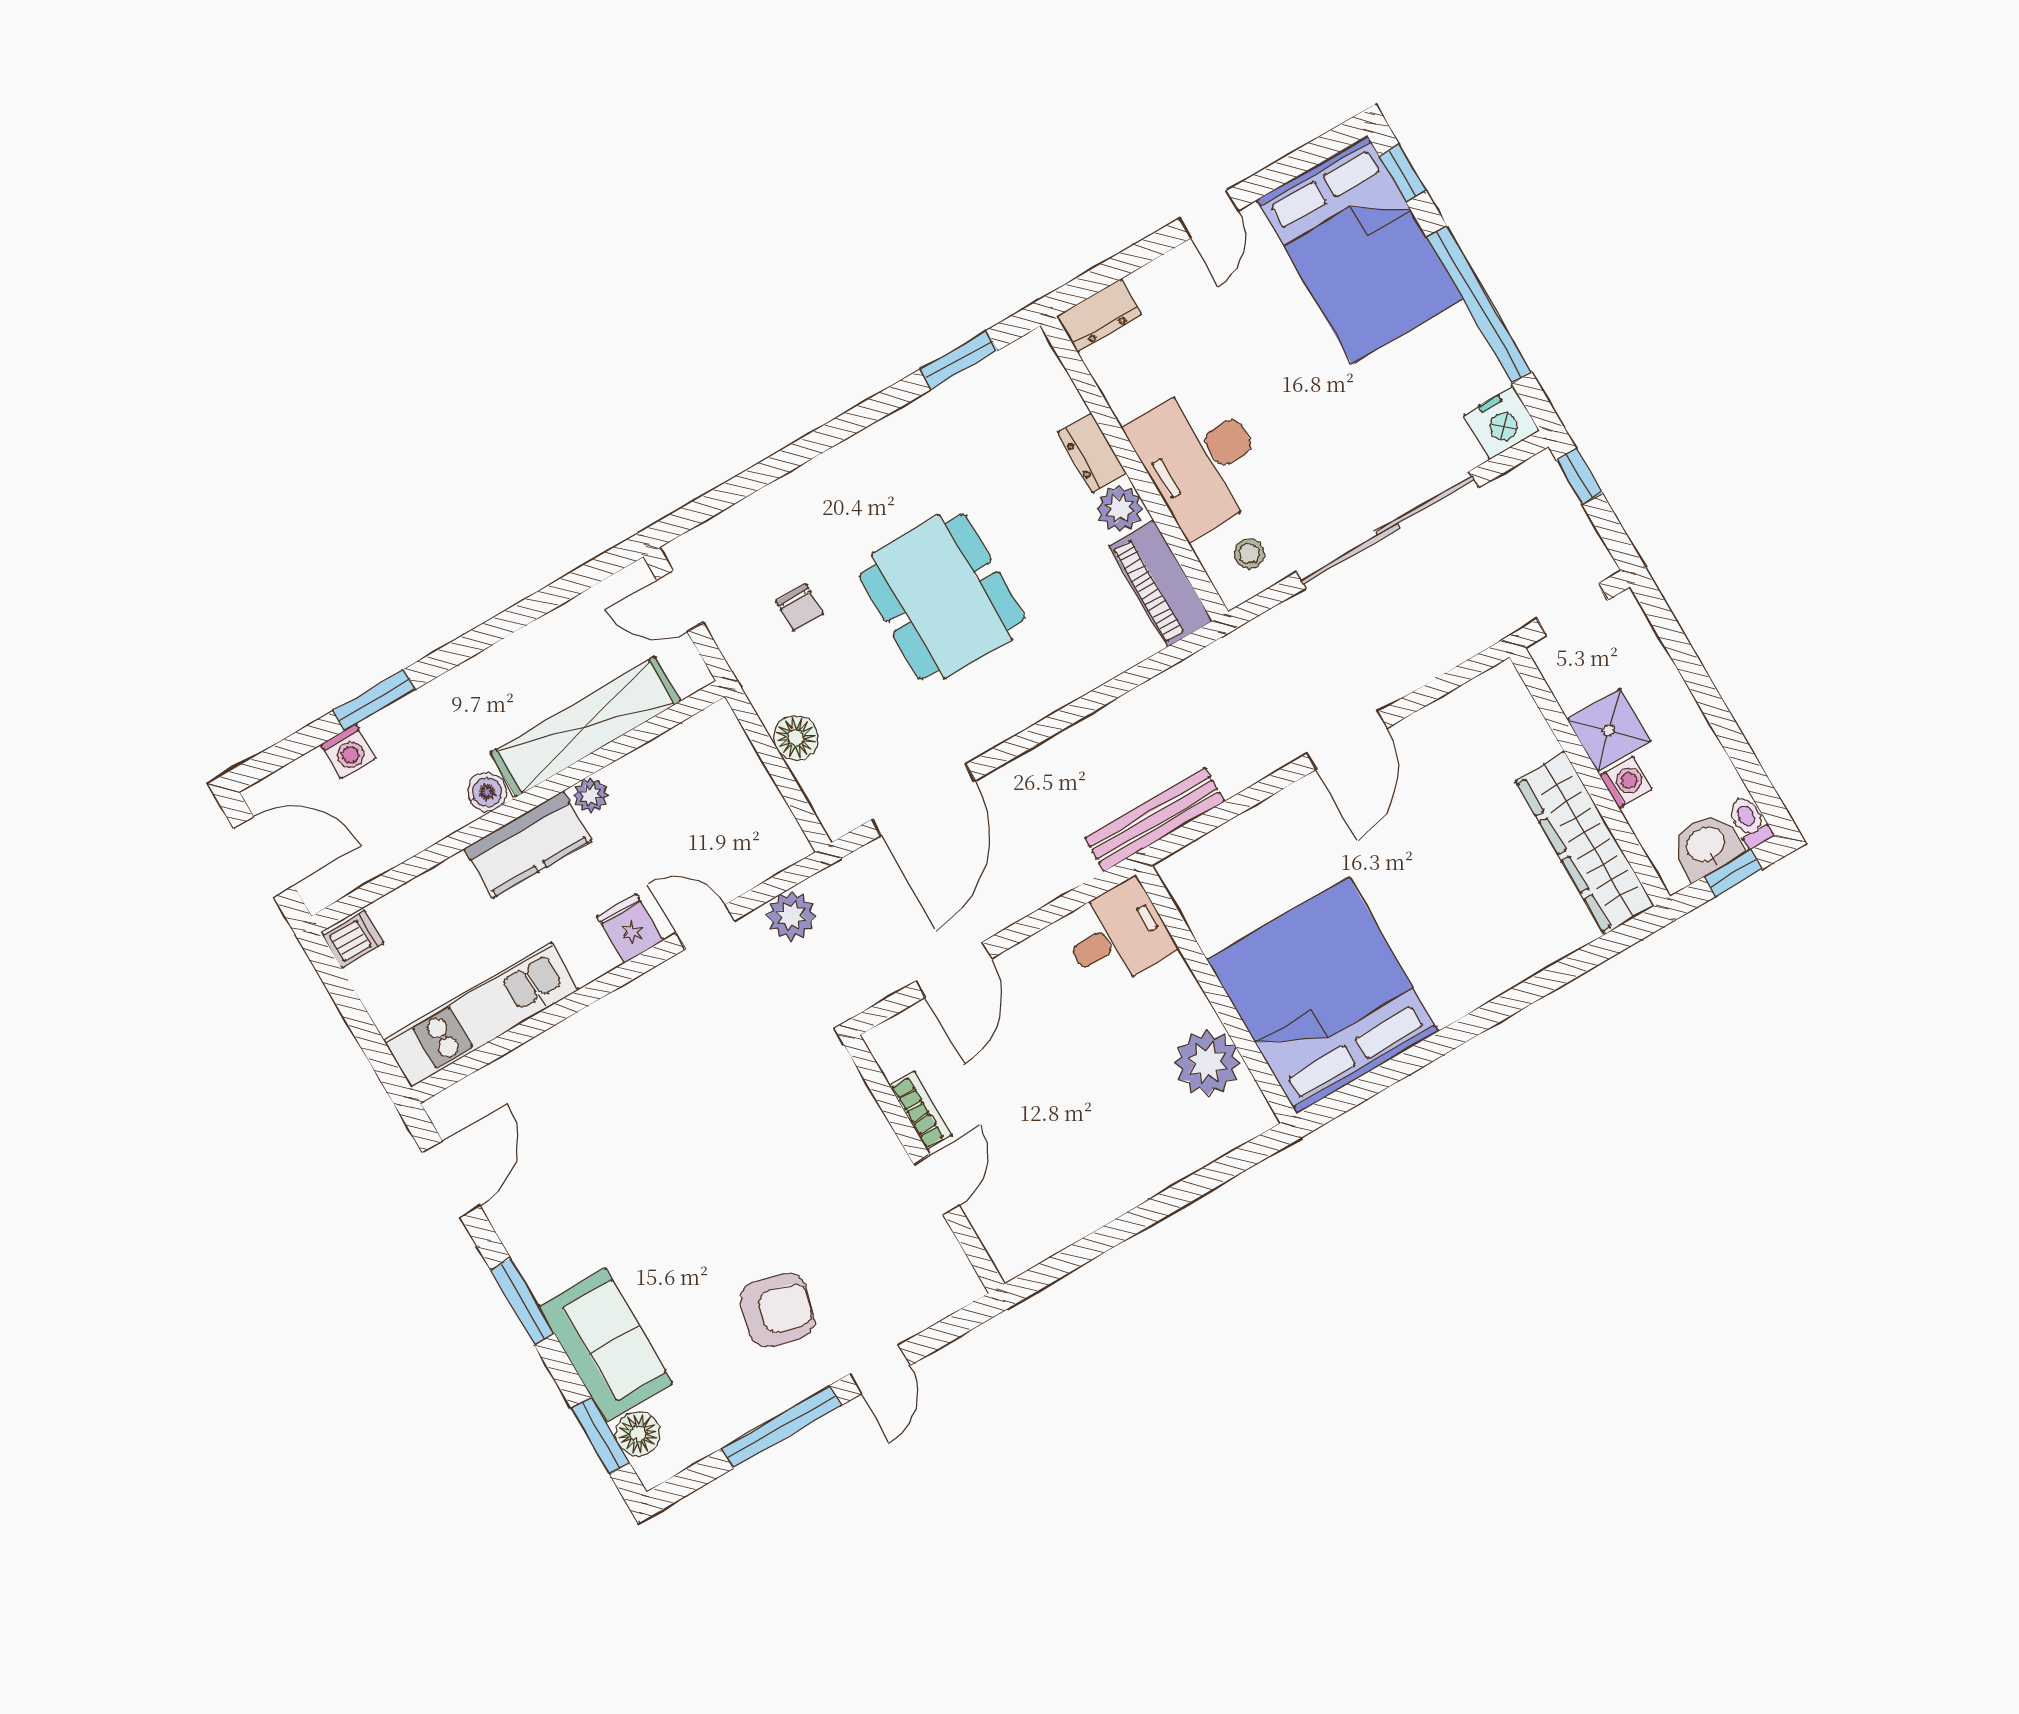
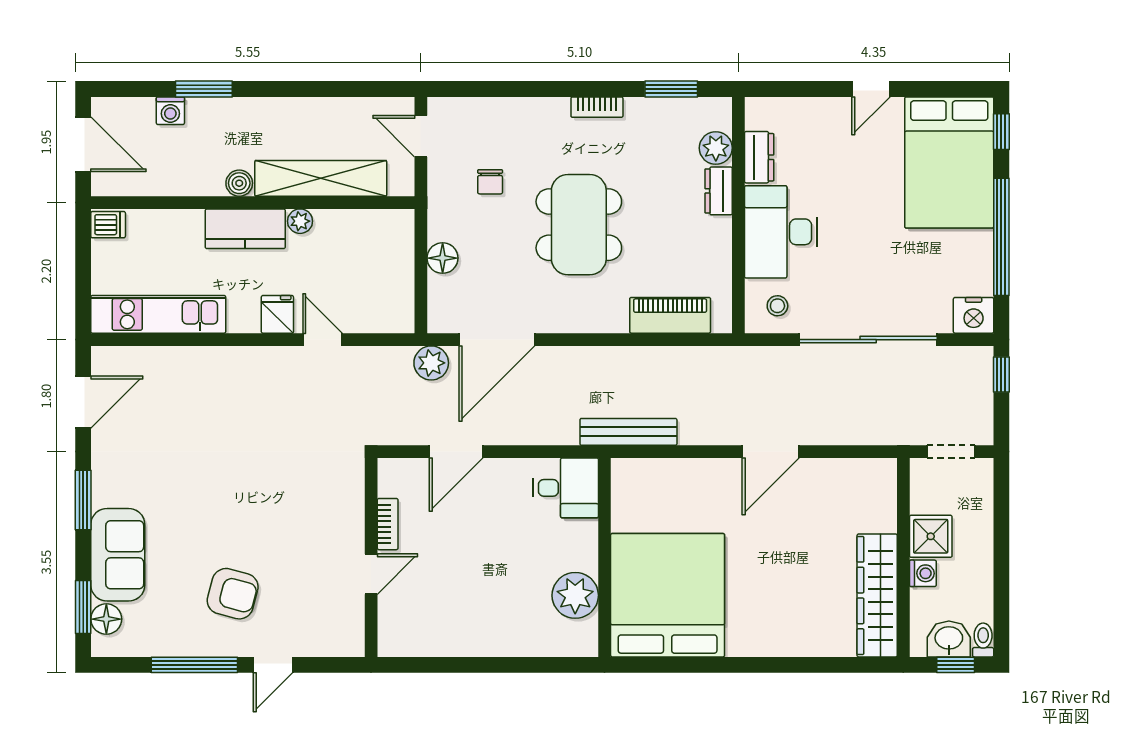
dresser: (1099, 316) -> (759, 157), moved, turned -90
bookcase: (879, 437) -> (597, 107), added
plant: (1120, 509) -> (716, 148), moved
piano: (1161, 584) -> (670, 315), moved, turned 90
plant: (791, 916) -> (431, 363), moved

